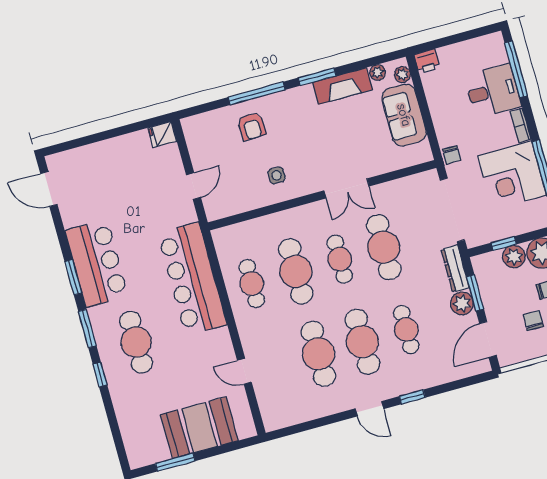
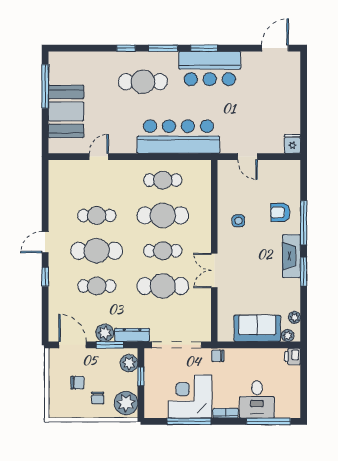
fireplace: (343, 86) -> (292, 256), moved
plant: (514, 257) -> (129, 363), moved
cafe table: (318, 354) -> (97, 215), width x0.73, depth x0.74
window: (175, 462) -> (45, 86), width x1.44

